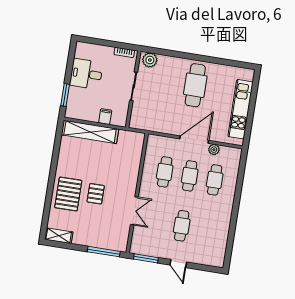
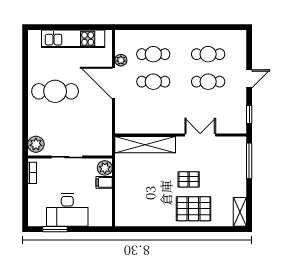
desk: (86, 74) -> (67, 210), width x1.37
window: (65, 95) -> (55, 229), moved
plant: (118, 119) -> (105, 168), added
shelving: (90, 132) -> (145, 145), moved, turned 90
cafe table: (165, 172) -> (208, 54), moved
window: (146, 258) -> (249, 114), width x0.67

